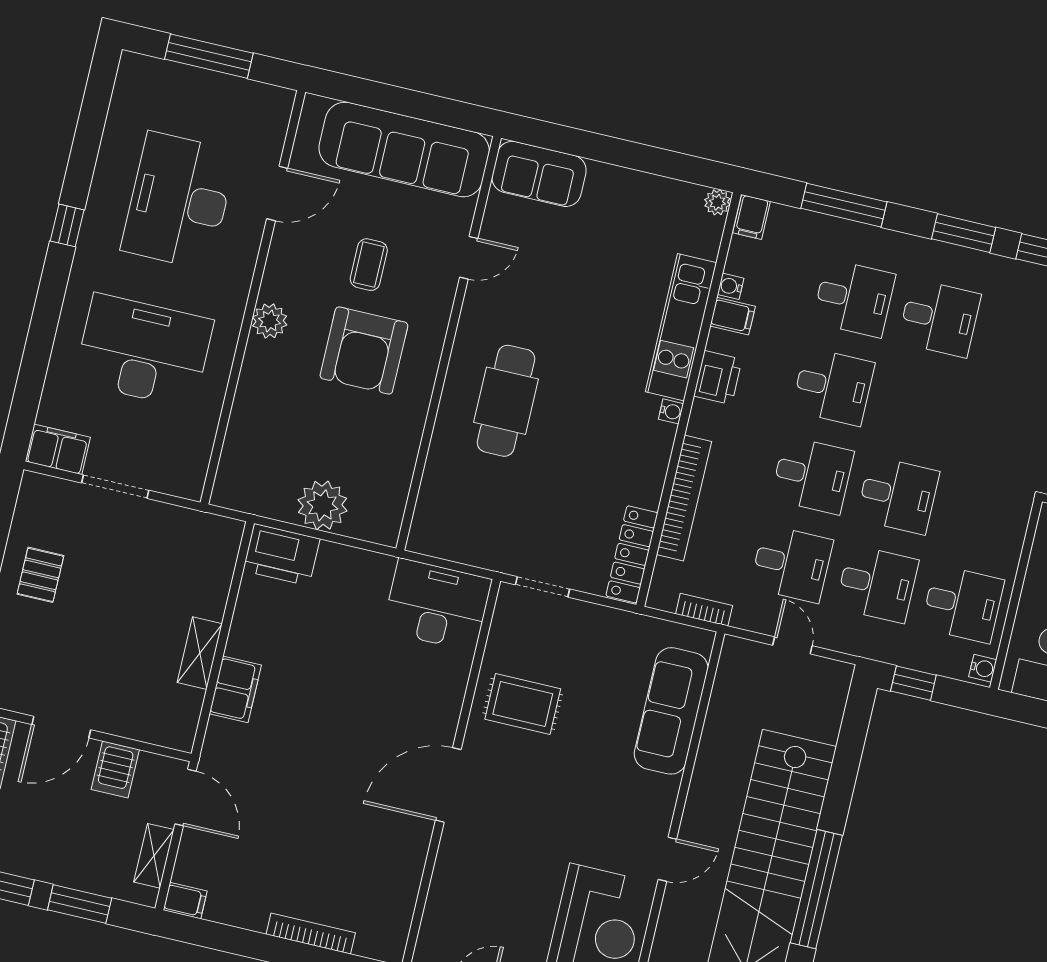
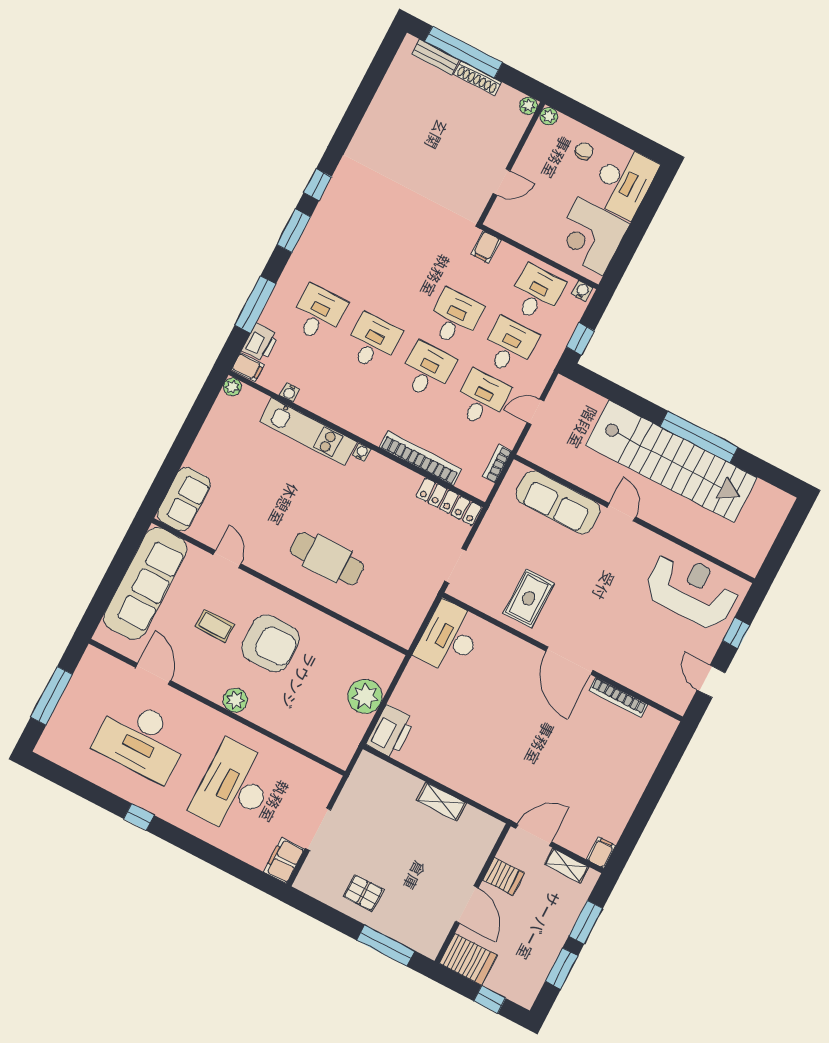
filing cabinet: (733, 316) -> (486, 247), moved, turned 180
desk: (939, 318) -> (345, 261), removed
printer: (718, 378) -> (260, 342), moved, turned 90
filing cabinet: (235, 689) -> (471, 784), removed
door: (667, 859) -> (621, 512), moved
bookcase: (311, 934) -> (618, 697), moved, turned -90

